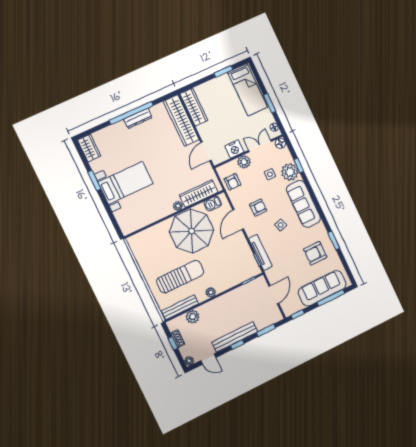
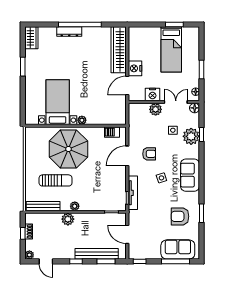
bed: (248, 90) -> (171, 49), moved
wardrobe: (194, 107) -> (135, 43), removed
dresser: (138, 118) -> (69, 31), moved
nightstand: (206, 131) -> (135, 68), added
armchair: (232, 182) -> (138, 122), removed
bed with nightstands: (126, 183) -> (58, 102), moved, turned -90
wardrobe: (199, 194) -> (104, 118), removed
sofa: (303, 204) -> (190, 175), width x0.73
parasol: (192, 231) -> (68, 149), moved
sun lounger: (180, 277) -> (56, 180), width x0.73, depth x0.75
sofa: (322, 288) -> (178, 249), width x0.73
door: (274, 295) -> (127, 234), swing flipped
plant: (193, 317) -> (68, 219), moved
bench: (235, 337) -> (97, 254), moved

